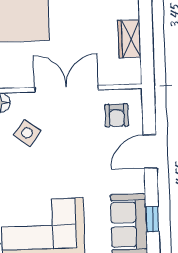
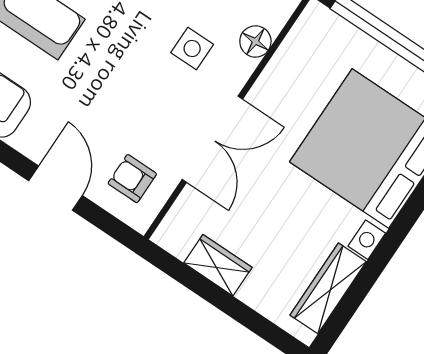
side table: (27, 133) -> (192, 48), turned -37

